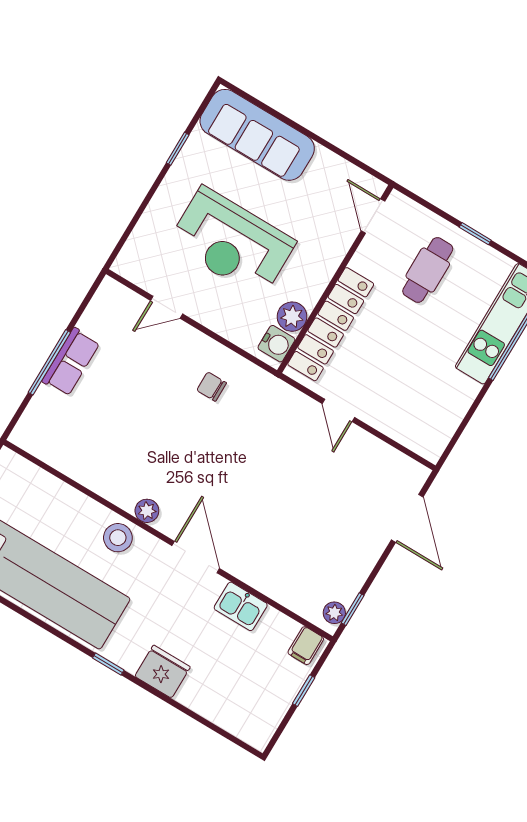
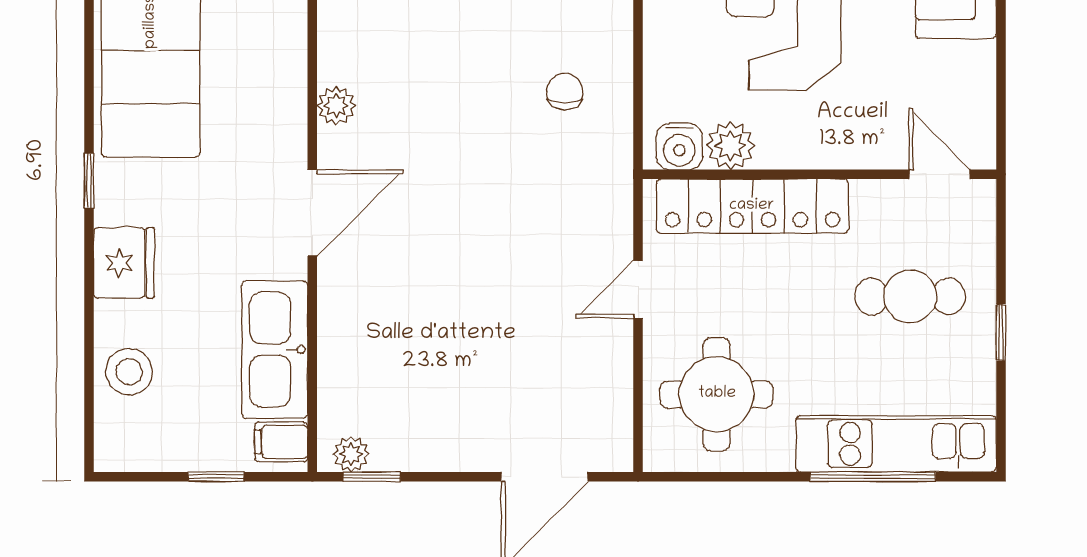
door: (373, 216) -> (940, 174), hinge flipped
round table: (418, 402) -> (717, 394), added
stool: (118, 538) -> (129, 372), moved
kitchen sink: (241, 606) -> (275, 350), width x1.88, depth x1.24

